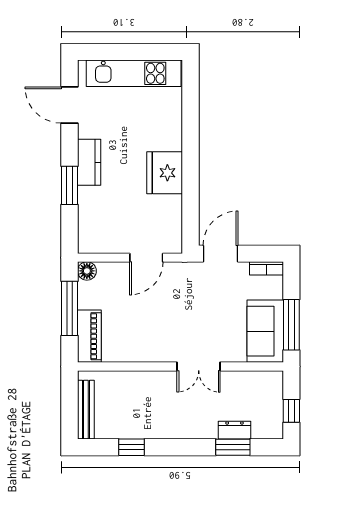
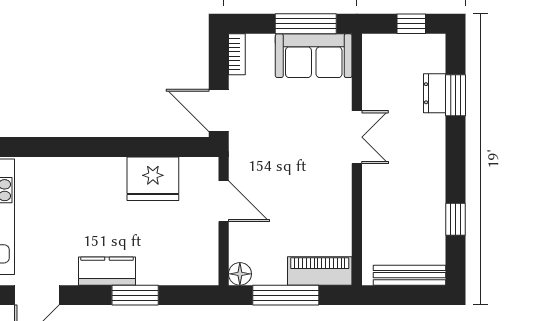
fridge: (165, 173) -> (153, 179), moved

